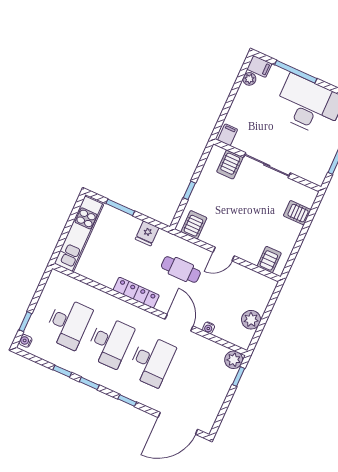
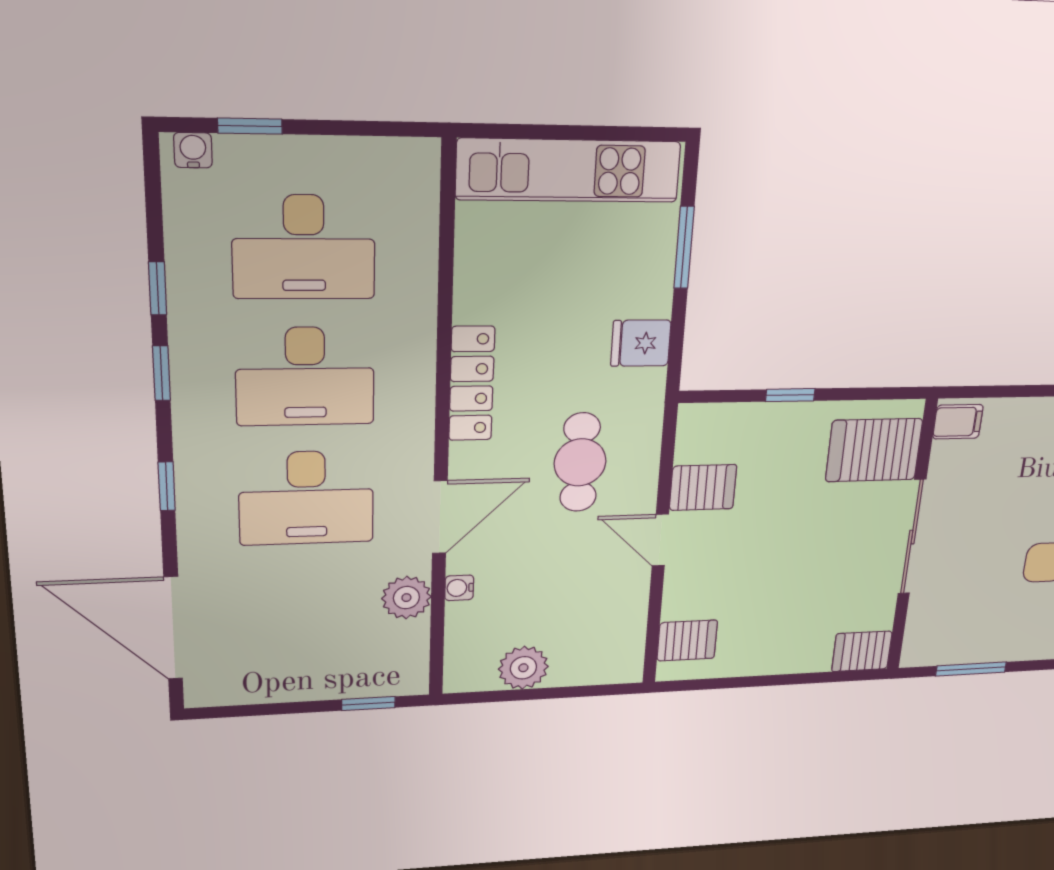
server rack: (230, 165) -> (874, 450), width x1.36, depth x1.44
server rack: (297, 213) -> (862, 651), moved, turned -90
server rack: (194, 225) -> (703, 488), moved
plant: (234, 360) -> (406, 598), moved

